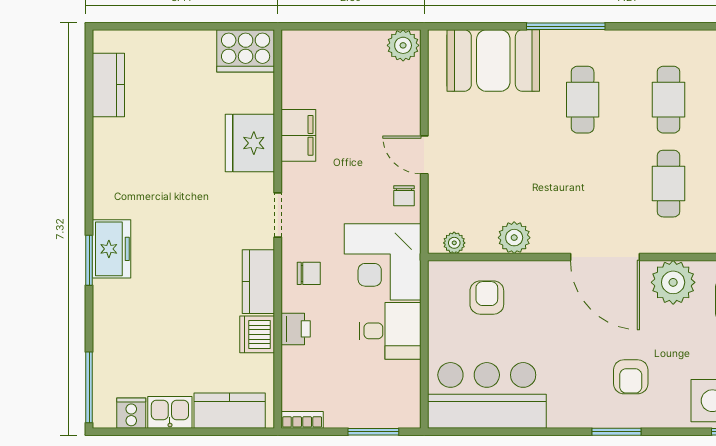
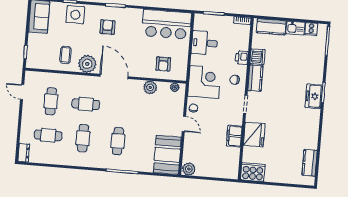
booth: (493, 61) -> (167, 155), moved, turned 90
cafe table: (668, 184) -> (86, 104), turned 90
desk: (390, 331) -> (205, 43), moved

